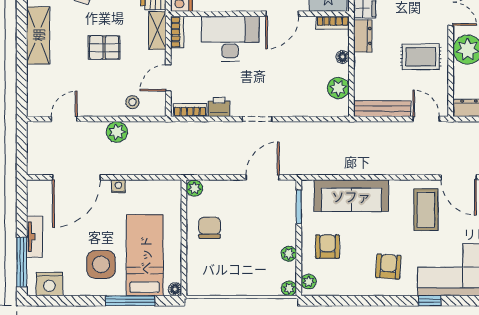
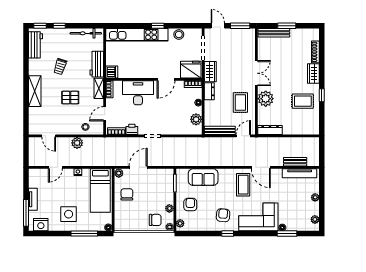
rug: (421, 57) -> (240, 103), turned 90
door: (64, 119) -> (49, 136), swing flipped
door: (426, 119) -> (243, 136), hinge flipped
door: (76, 177) -> (55, 167), width x0.53
door: (263, 177) -> (138, 167), moved
sofa: (351, 196) -> (203, 177), width x0.73
bed: (145, 255) -> (100, 190), moved, turned 180
chair: (262, 275) -> (155, 220), added
window: (430, 301) -> (228, 234), moved

